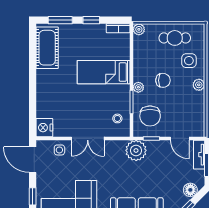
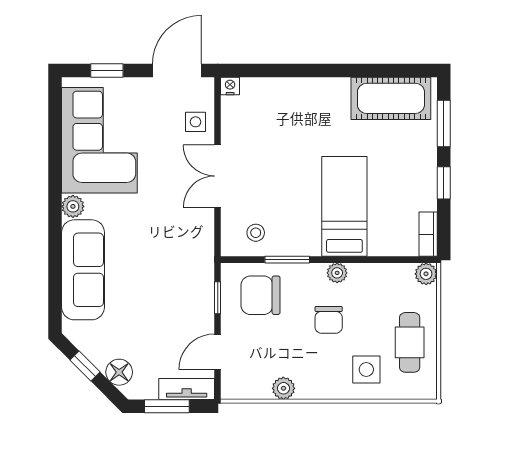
plant: (199, 85) -> (283, 388), moved
plant: (138, 87) -> (337, 273), moved
nightstand: (44, 128) -> (230, 86), width x0.53, depth x0.56
plant: (136, 150) -> (195, 268), removed

